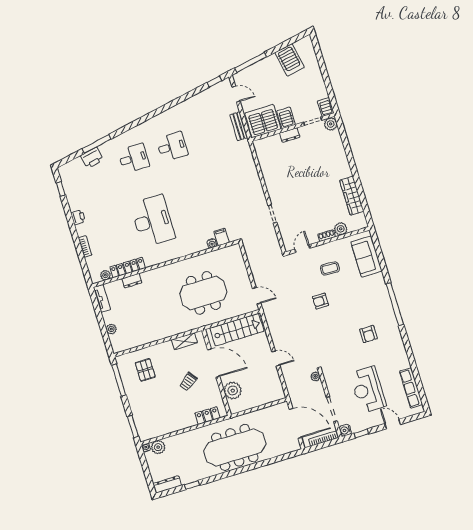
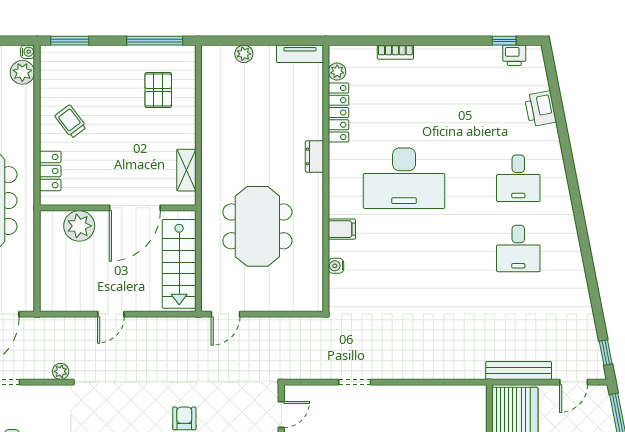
bench: (239, 126) -> (519, 370), width x1.36
window: (97, 144) -> (561, 123), removed
printer: (78, 217) -> (514, 55), moved
filing cabinet: (221, 237) -> (342, 229), moved
door: (302, 249) -> (281, 415), hinge flipped
dresser: (132, 281) -> (314, 156), moved
pallet: (145, 370) -> (158, 90), turned 90
trolley: (188, 382) -> (71, 122), moved

